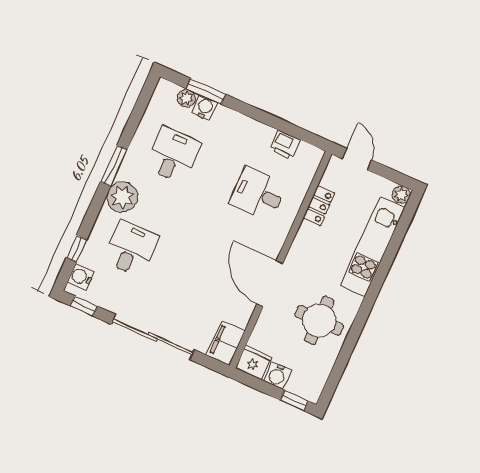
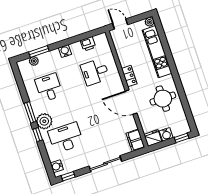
water cooler: (205, 108) -> (65, 51), moved
locker: (319, 206) -> (129, 76), moved
desk: (131, 248) -> (66, 138), width x1.37
window: (77, 249) -> (38, 135), moved
sliding door: (153, 337) -> (105, 164), width x0.73

